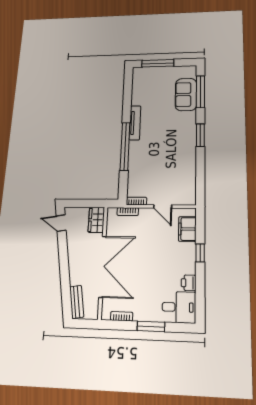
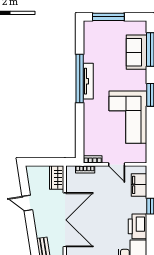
window: (125, 146) -> (80, 79), moved
corner sofa: (176, 158) -> (128, 117), added
door: (61, 223) -> (27, 203), moved
printer: (189, 283) -> (138, 226), width x1.87, depth x1.48

